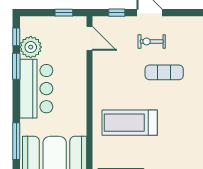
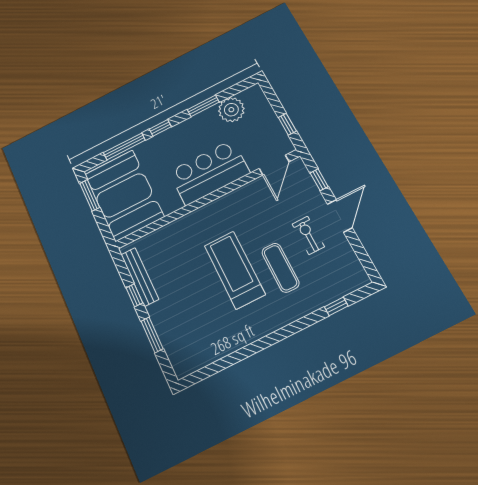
window: (16, 37) -> (160, 128), moved
bar counter: (36, 89) -> (209, 172), moved, turned 180
treadmill: (130, 123) -> (235, 270), moved

